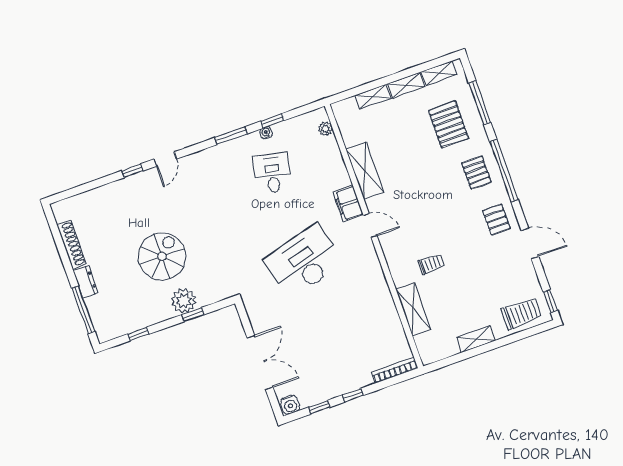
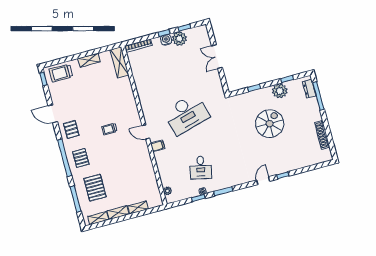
shelving: (365, 170) -> (146, 165), removed
filing cabinet: (348, 203) -> (158, 146), width x0.50
spiral stairs: (162, 256) -> (270, 124), turned 180
trolley: (431, 264) -> (109, 129), moved
dresser: (86, 282) -> (309, 89), moved
plant: (184, 301) -> (280, 91), moved
shelving: (413, 309) -> (119, 62), moved
double door: (260, 362) -> (217, 57), width x0.73
plant: (326, 388) -> (179, 39), added
water cooler: (290, 405) -> (166, 40), moved

